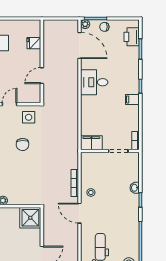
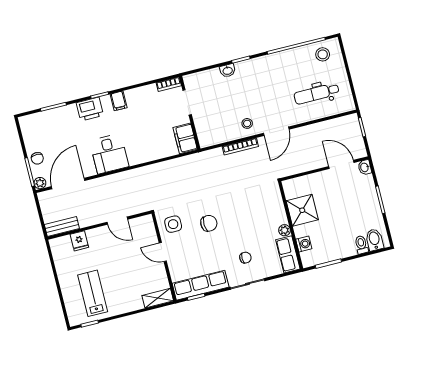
bench: (48, 33) -> (62, 227), added
printer: (132, 37) -> (90, 109), moved
shower: (30, 218) -> (302, 210), moved

